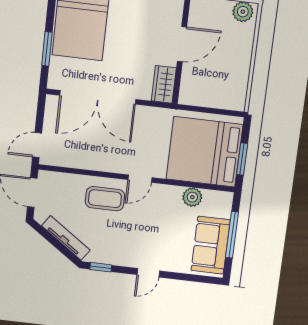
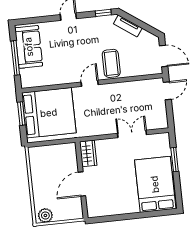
double door: (98, 97) -> (132, 134), width x0.54
plant: (192, 197) -> (50, 79), removed
coffee table: (105, 199) -> (111, 63), turned 90
tv unit: (66, 238) -> (128, 26), width x0.71

